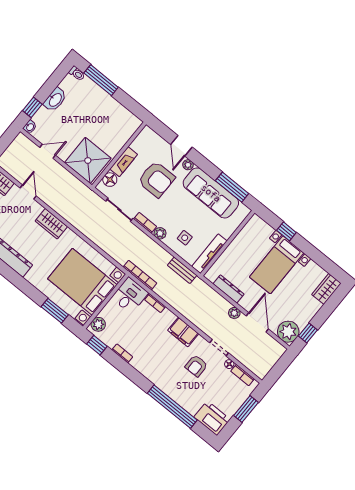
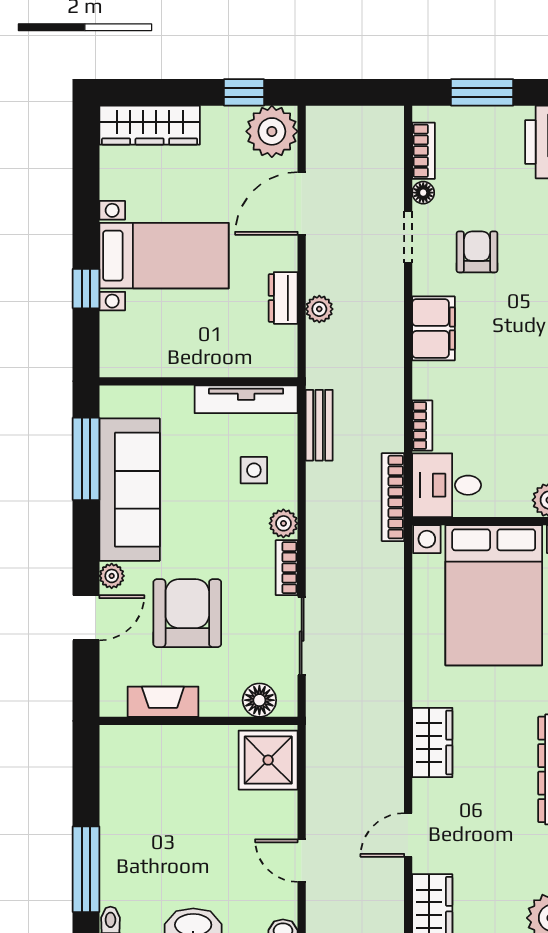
shower: (88, 160) -> (268, 760), width x0.73, depth x0.73
fireplace: (124, 162) -> (163, 702), moved
dresser: (228, 289) -> (283, 298), width x0.70
wardrobe: (326, 289) -> (150, 125), width x1.50
plant: (234, 313) -> (319, 309), moved
armchair: (196, 366) -> (477, 252), turned -90

